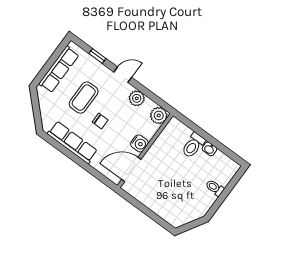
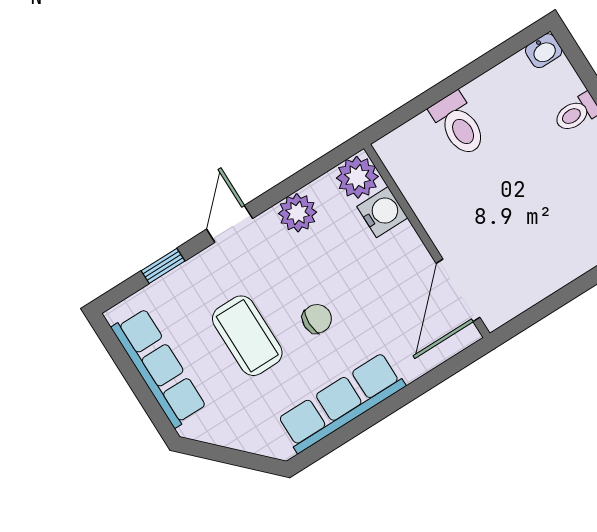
water cooler: (139, 143) -> (382, 212), moved
washbasin: (209, 149) -> (544, 51), moved

